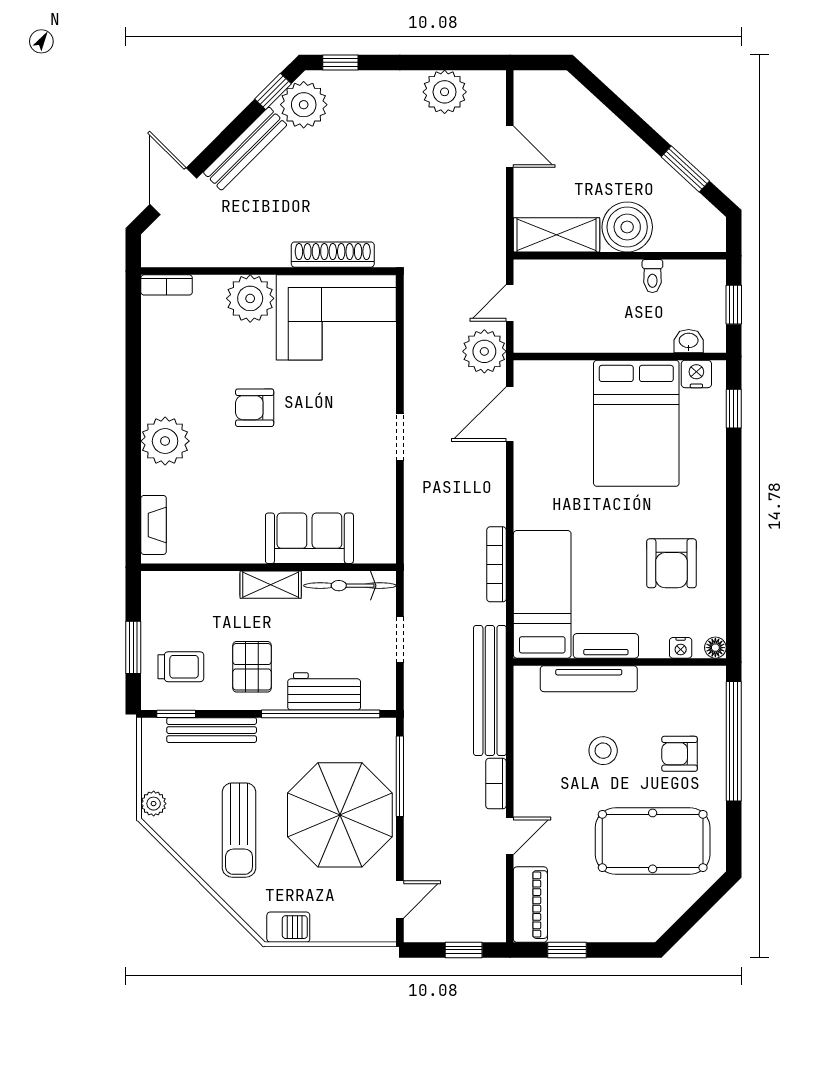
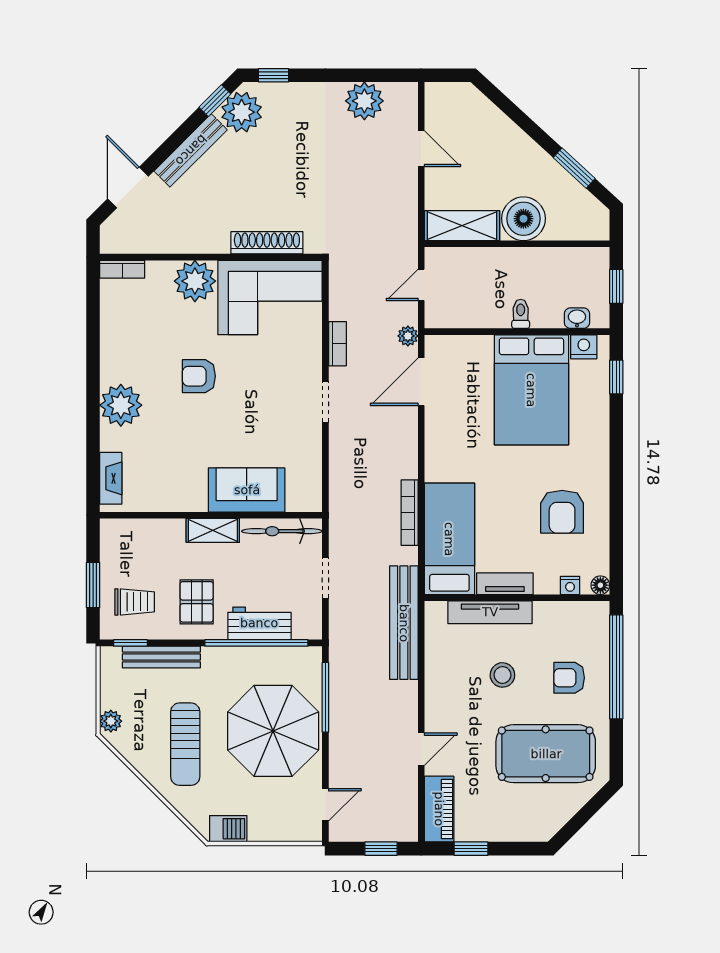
toilet: (652, 276) -> (521, 314), moved, turned 180
plant: (484, 351) -> (408, 336), width x0.53, depth x0.53
bookcase: (496, 784) -> (337, 344), moved, turned 180

